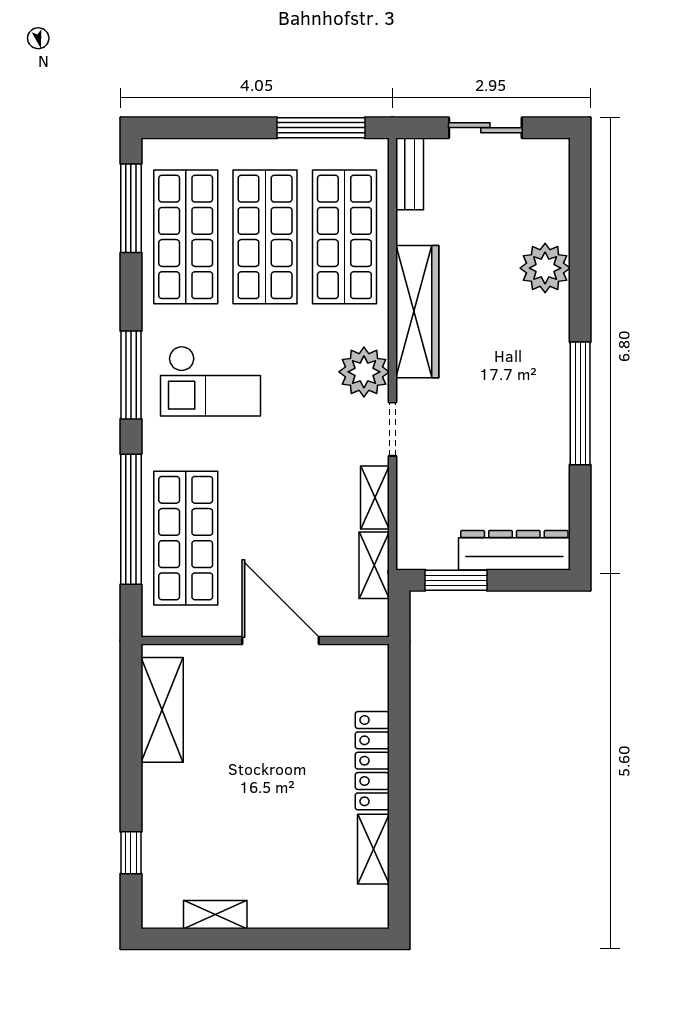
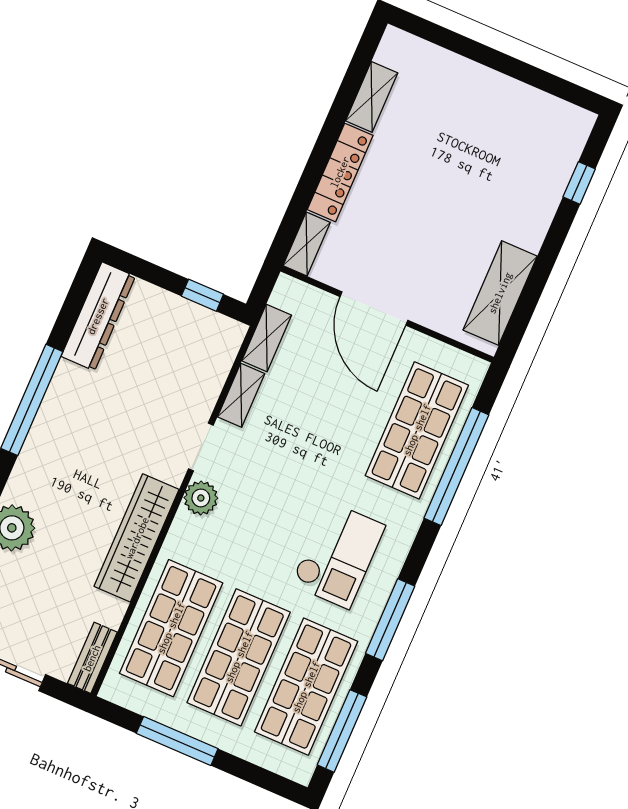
window: (321, 128) -> (177, 741), moved
plant: (364, 372) -> (201, 498), width x0.73, depth x0.73
window: (131, 375) -> (390, 620), moved
checkout: (211, 381) -> (338, 555), turned 90
dresser: (514, 550) -> (98, 316), moved, turned -90
window: (456, 580) -> (202, 295), width x0.67
shelving: (215, 915) -> (307, 244), moved, turned 90

